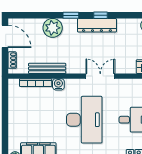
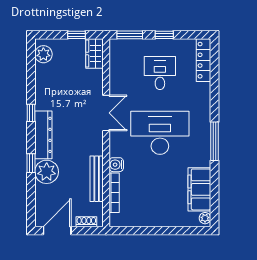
window: (71, 15) -> (31, 163), moved
dresser: (97, 25) -> (43, 135), moved
double door: (100, 76) -> (106, 113), swing flipped

